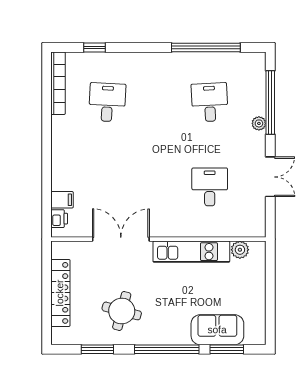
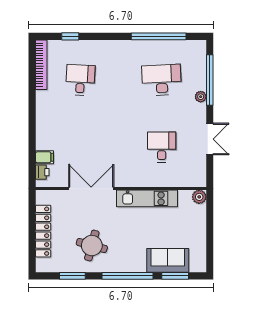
desk: (210, 102) -> (162, 80), width x1.37
plant: (240, 250) -> (199, 197), moved

